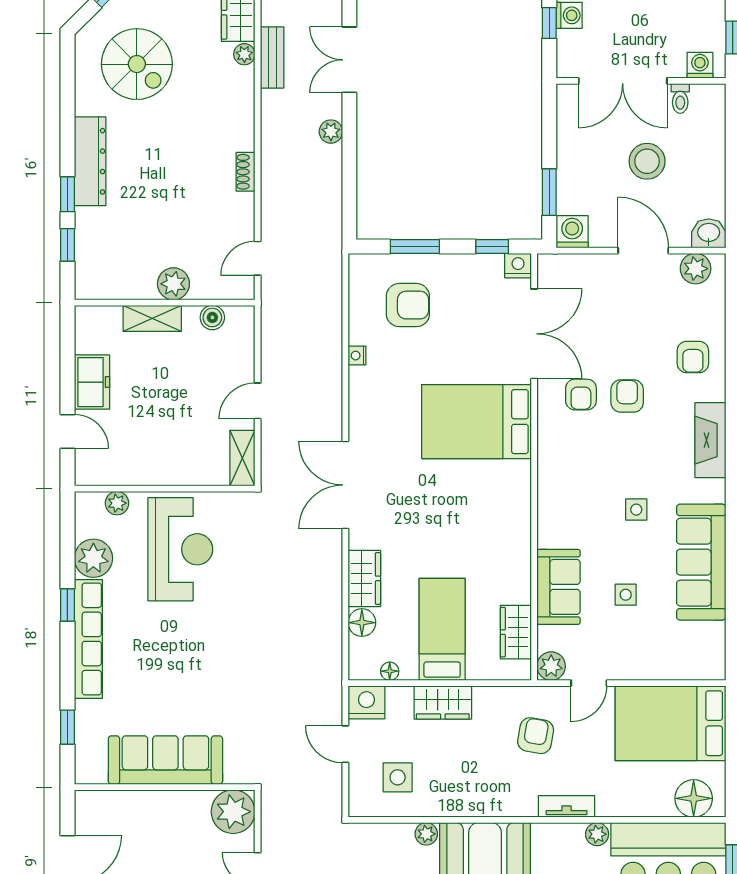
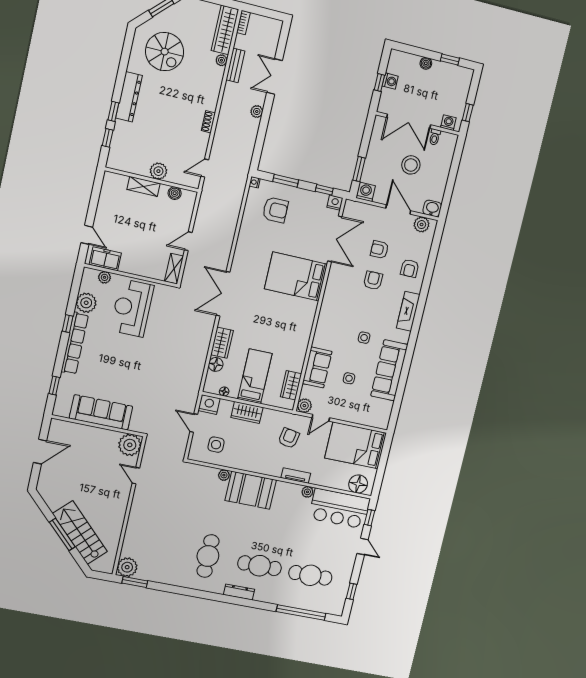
nightstand: (357, 356) -> (255, 182), moved
freezer: (92, 382) -> (105, 259), moved, turned -90
armchair: (581, 395) -> (379, 250), moved, turned 90
reception desk: (180, 549) -> (132, 308), turned 180

